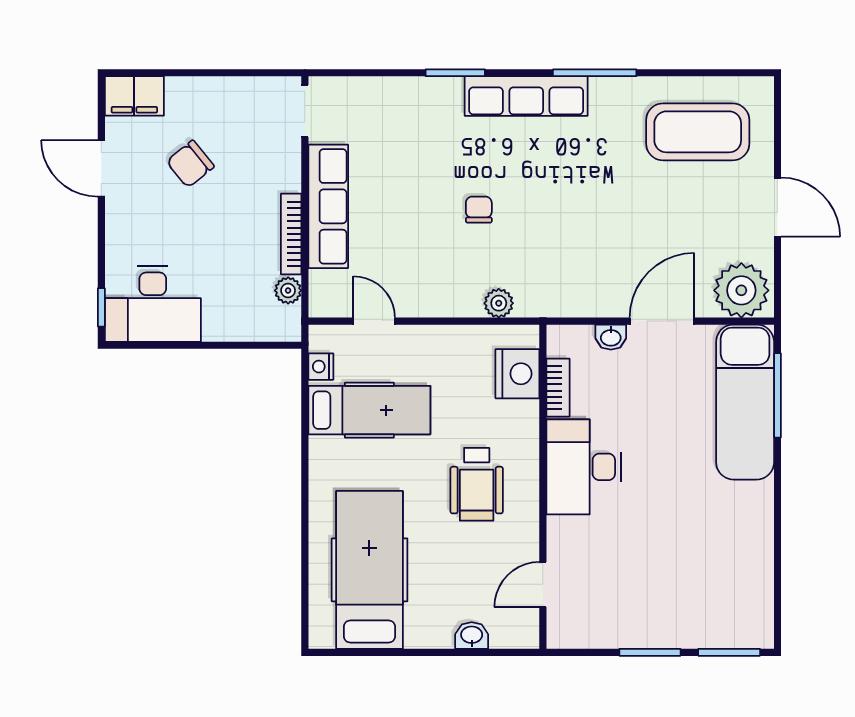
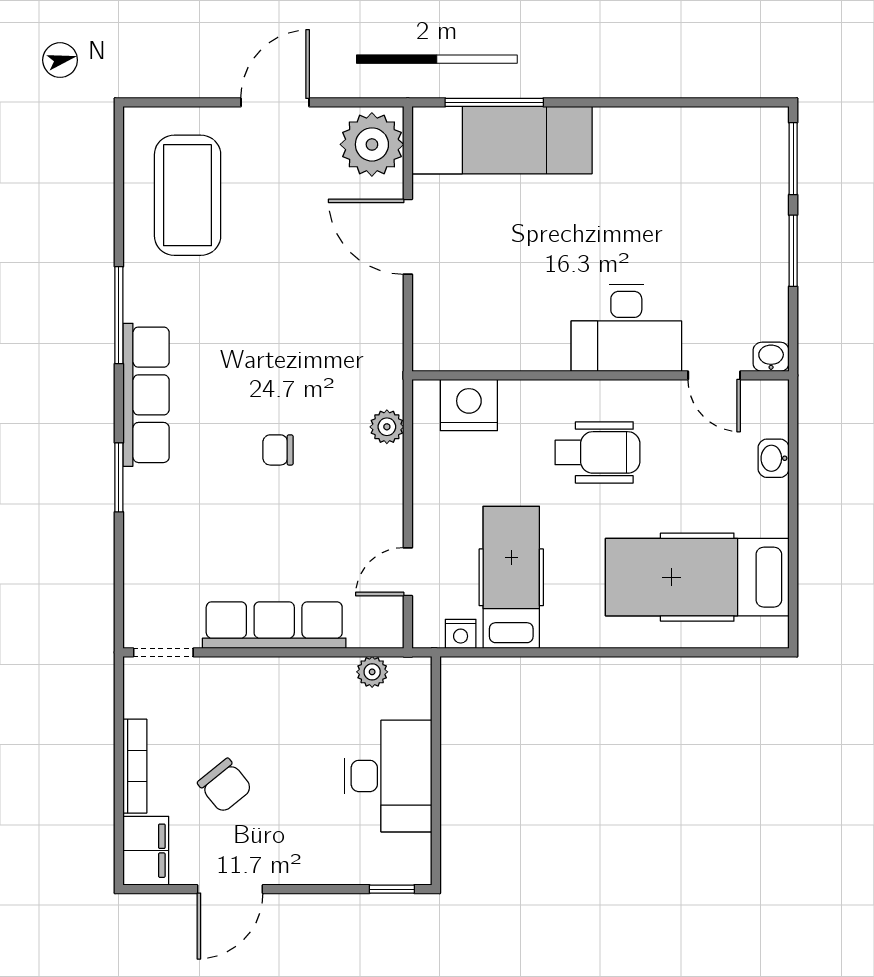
bookcase: (291, 234) -> (135, 766), moved, turned -90
desk: (153, 304) -> (388, 776), moved
washbasin: (611, 337) -> (771, 357), moved, turned -90
bookcase: (558, 388) -> (485, 358), removed
desk: (584, 467) -> (626, 328), moved

